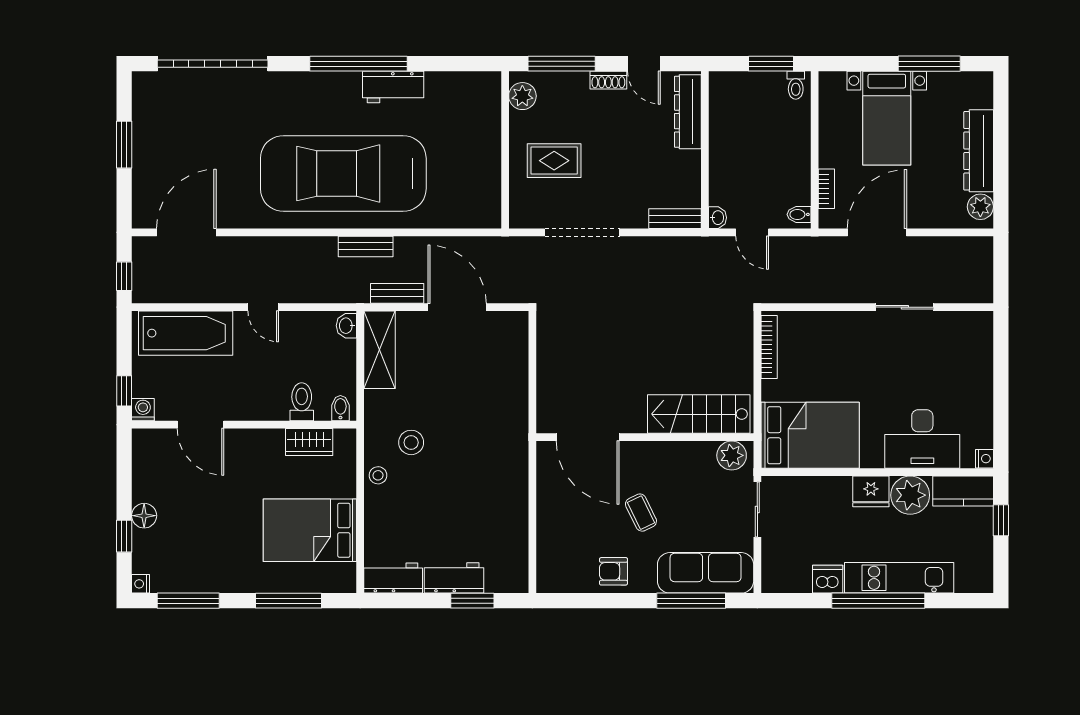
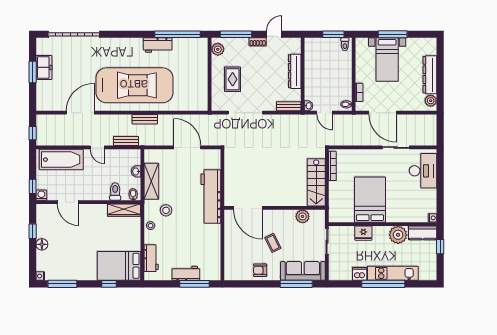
window: (359, 64) -> (177, 34), moved
door: (644, 64) -> (274, 34), swing flipped
window: (929, 64) -> (393, 34), moved
dresser: (688, 112) -> (295, 71), moved
freezer: (149, 135) -> (44, 67), added
rug: (554, 161) -> (233, 79), turned 90
car: (343, 174) -> (134, 85), turned 180
door: (186, 232) -> (80, 113), moved
door: (877, 232) -> (383, 113), swing flipped
bench: (397, 293) -> (126, 141), moved
washbasin: (346, 326) -> (136, 171), moved
shelving: (379, 350) -> (151, 181), moved
workbench: (508, 413) -> (211, 197), added
stairs: (699, 414) -> (316, 182), moved, turned -90
bed: (810, 435) -> (370, 200), moved, turned -90
desk: (922, 439) -> (423, 171), moved, turned -90
wardrobe: (309, 442) -> (124, 210), width x1.50
plant: (732, 455) -> (303, 216), moved
fridge: (871, 491) -> (363, 233), moved
bed: (310, 530) -> (119, 266), moved
window: (124, 536) -> (33, 231), moved
workbench: (393, 578) -> (151, 258), moved, turned 90
window: (288, 601) -> (109, 284), width x0.46
window: (472, 601) -> (194, 284), width x1.44

